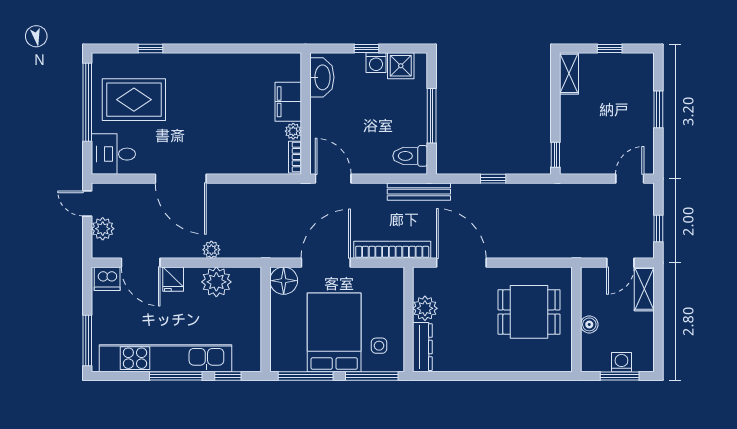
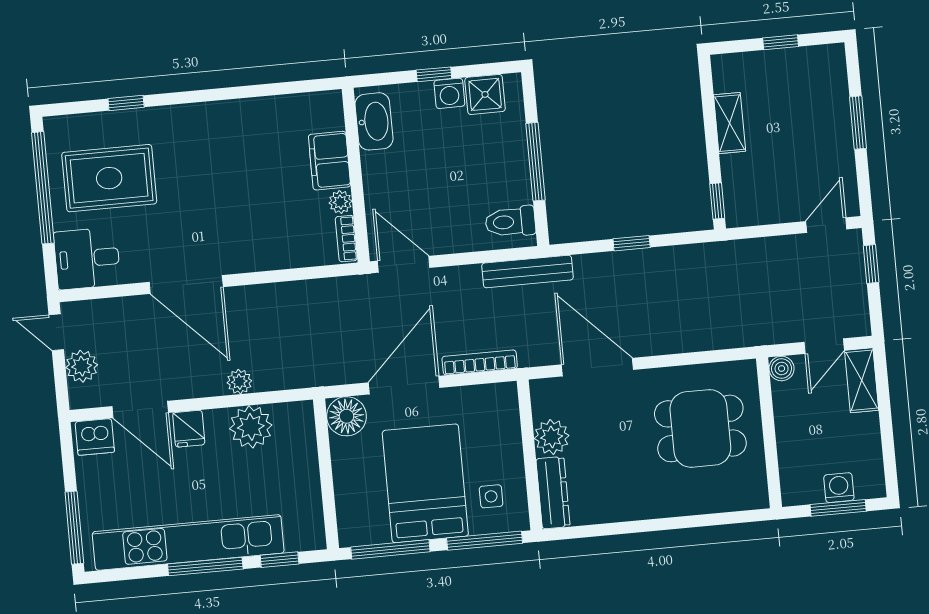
shelving: (569, 73) -> (730, 123), moved
window: (658, 229) -> (871, 264), moved
bookcase: (392, 250) -> (480, 362), width x0.68, depth x0.76
boiler: (589, 324) -> (782, 369), moved

